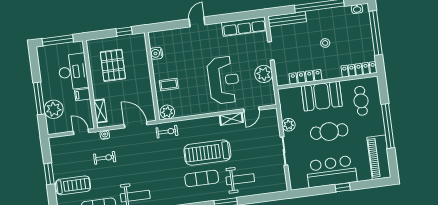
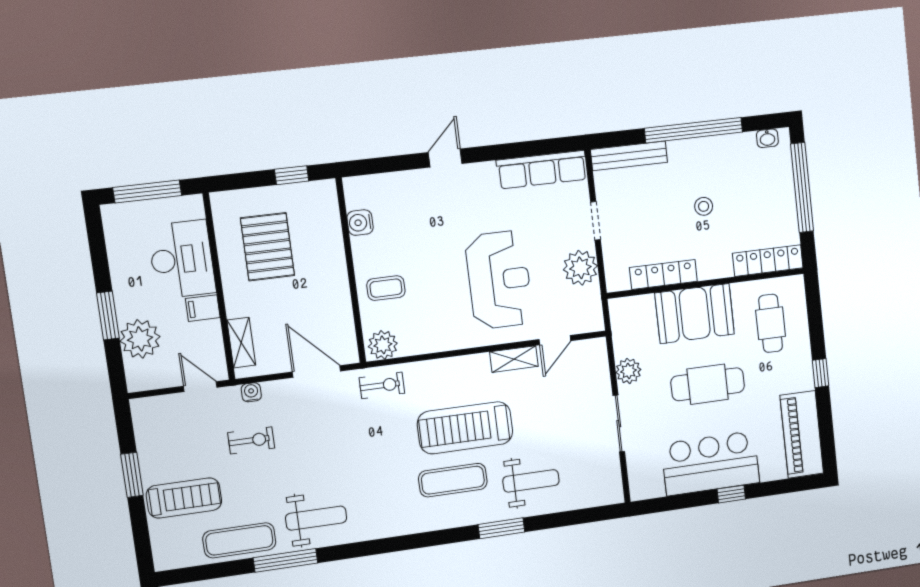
window: (39, 98) -> (108, 316), width x0.69
window: (388, 126) -> (821, 373), width x0.32

